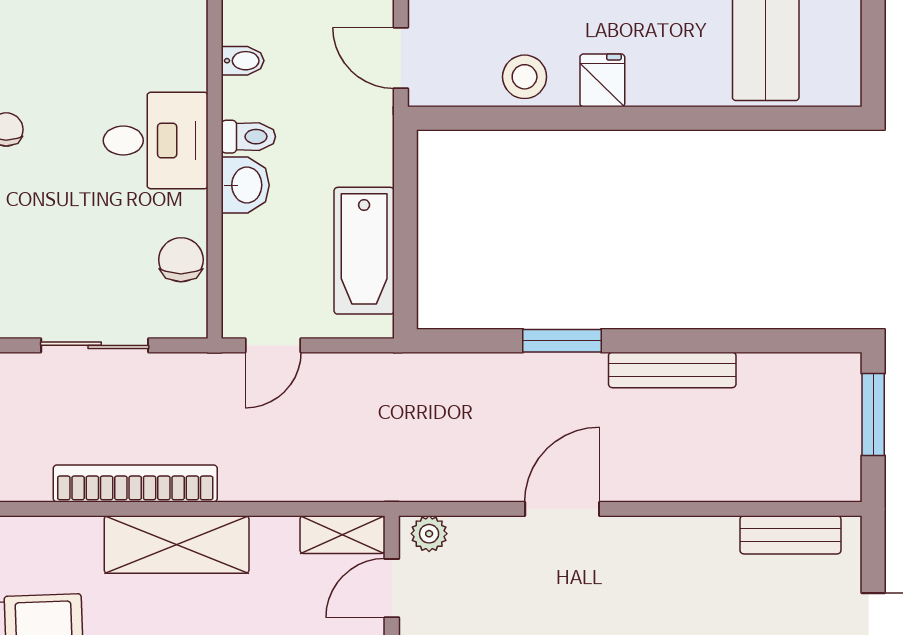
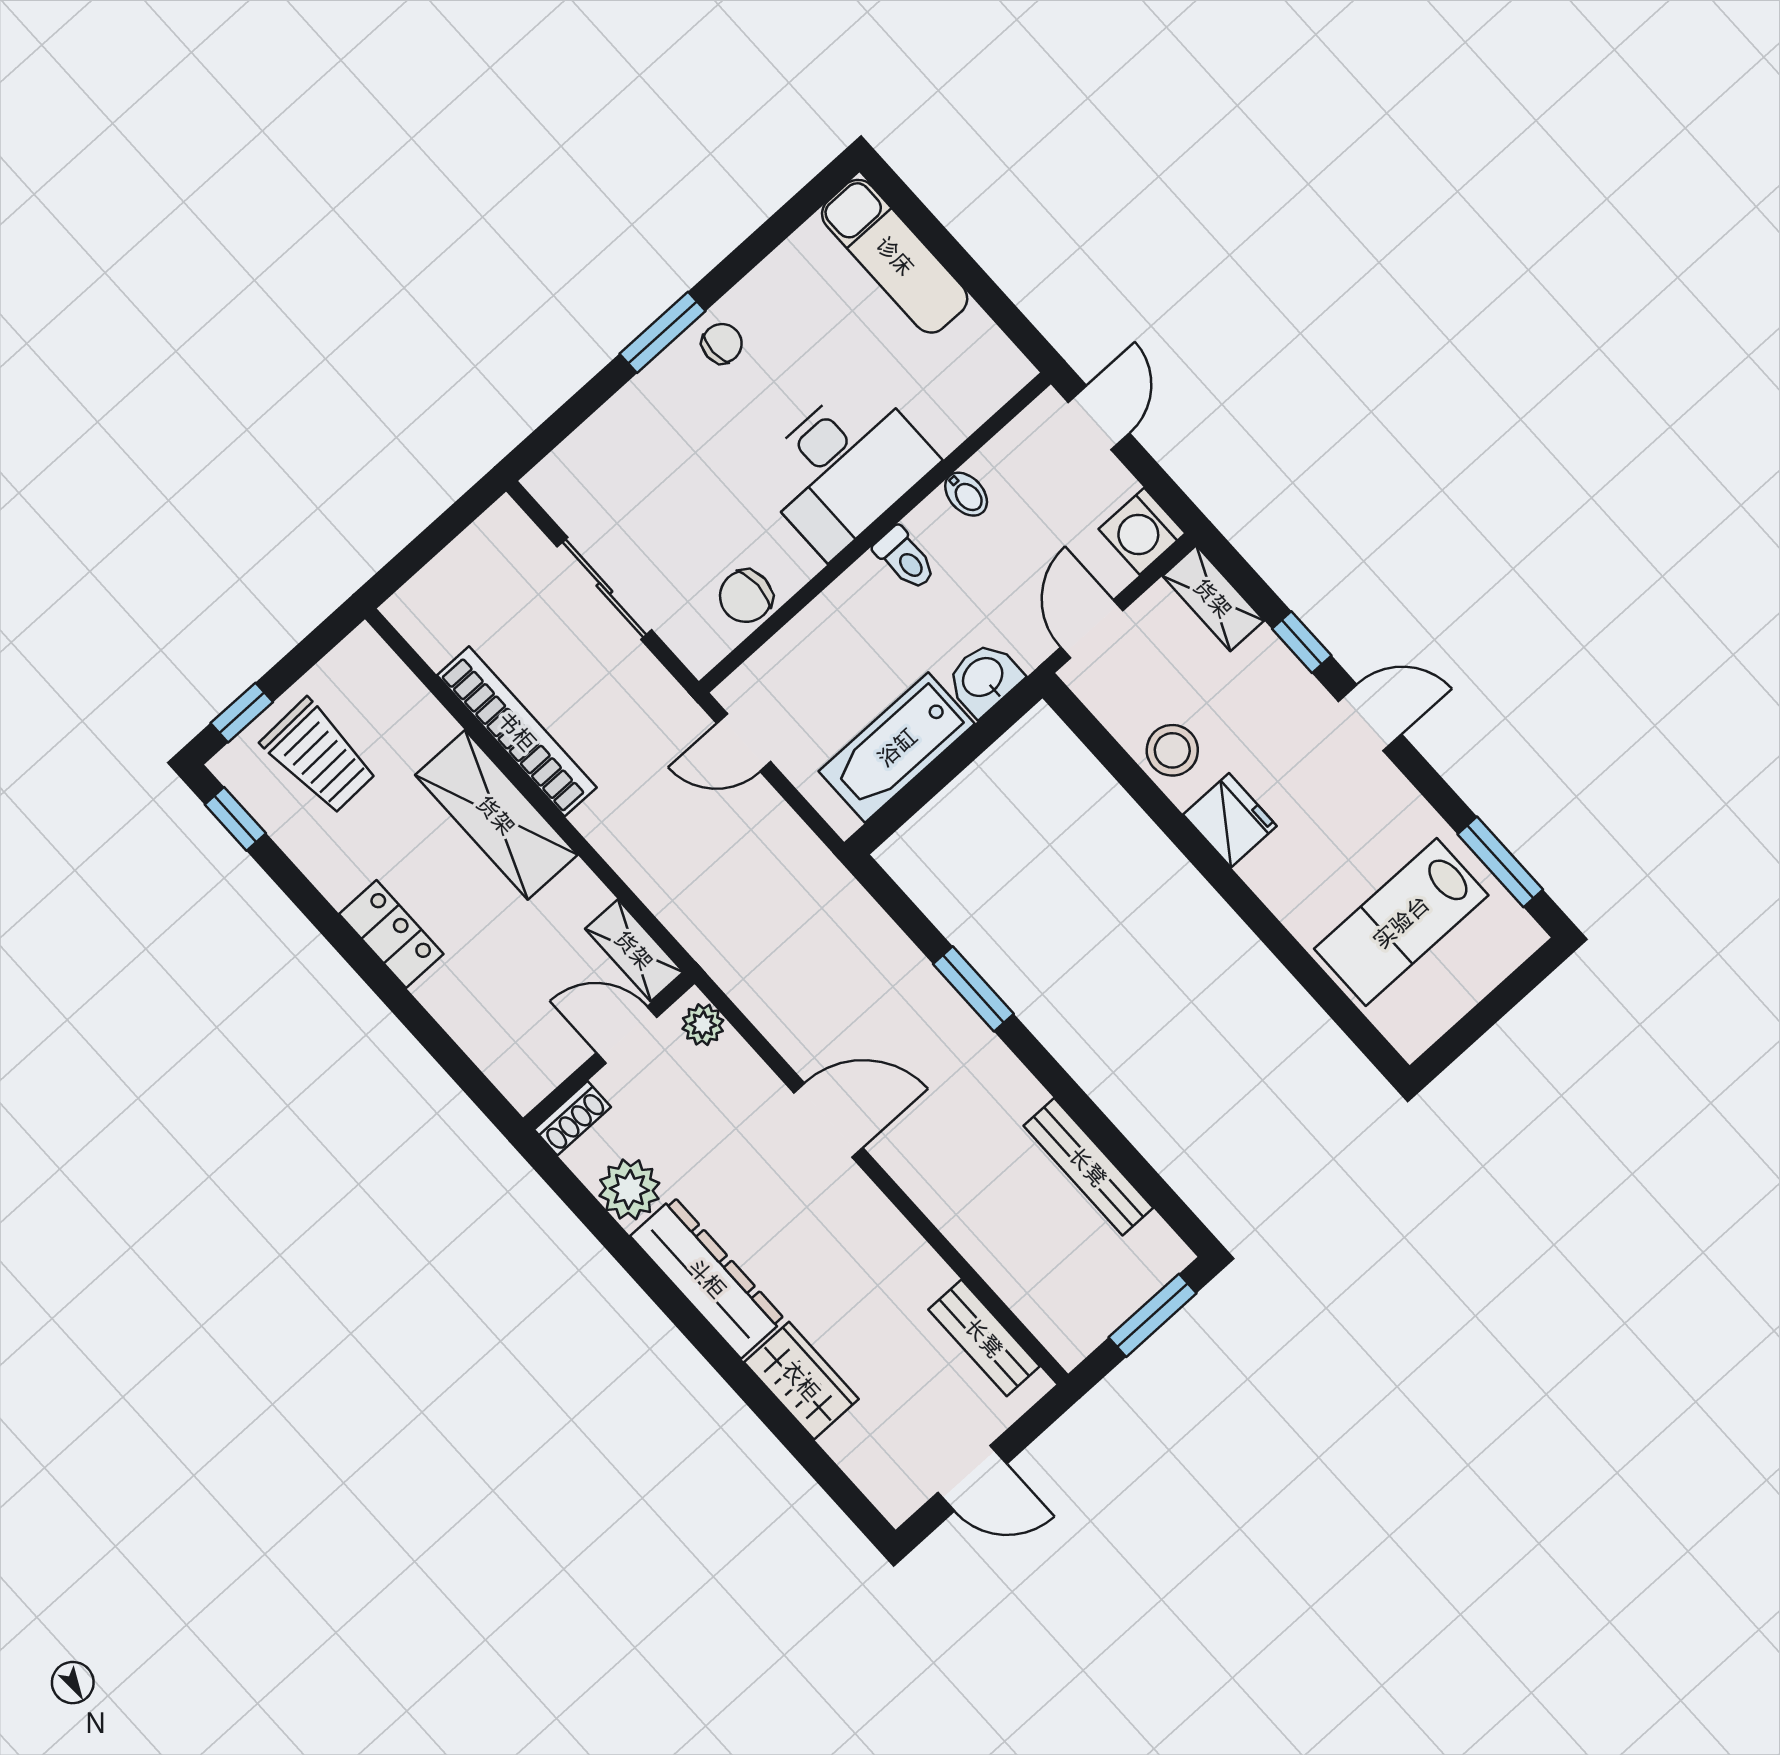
fridge: (602, 80) -> (1230, 820), width x1.38
desk: (156, 141) -> (845, 467), width x1.37
washbasin: (245, 185) -> (984, 678), moved, turned 180
chair: (181, 260) -> (746, 596), turned 180
bench: (672, 370) -> (1088, 1167), moved

